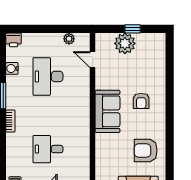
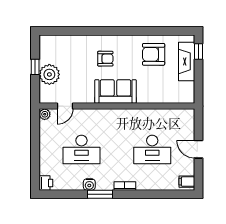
plant: (69, 39) -> (45, 114), moved
water cooler: (12, 68) -> (89, 184), moved
desk: (48, 149) -> (152, 149), width x1.37
armchair: (146, 151) -> (154, 54), turned 90

